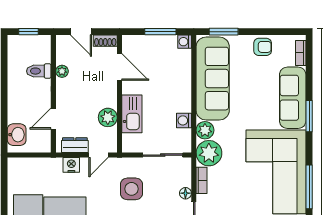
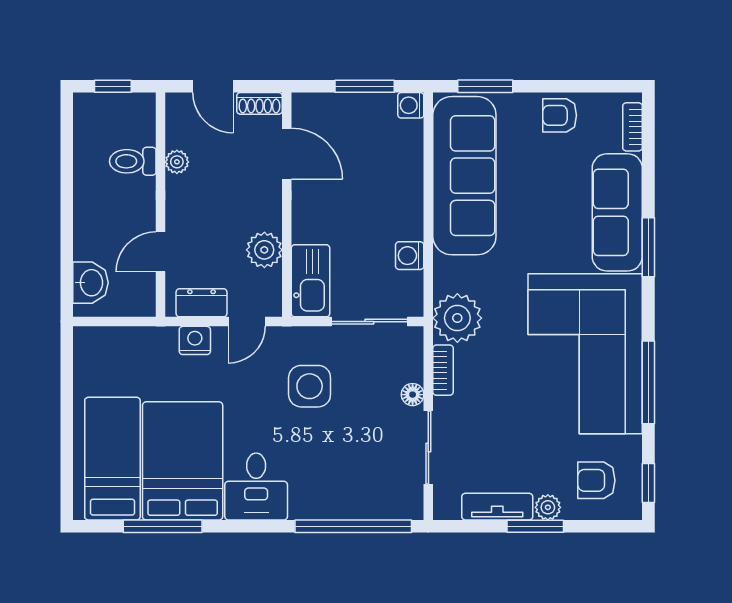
armchair: (263, 47) -> (560, 115), turned 180
kitchen sink: (132, 114) -> (310, 281), moved
plant: (205, 130) -> (450, 274), removed

